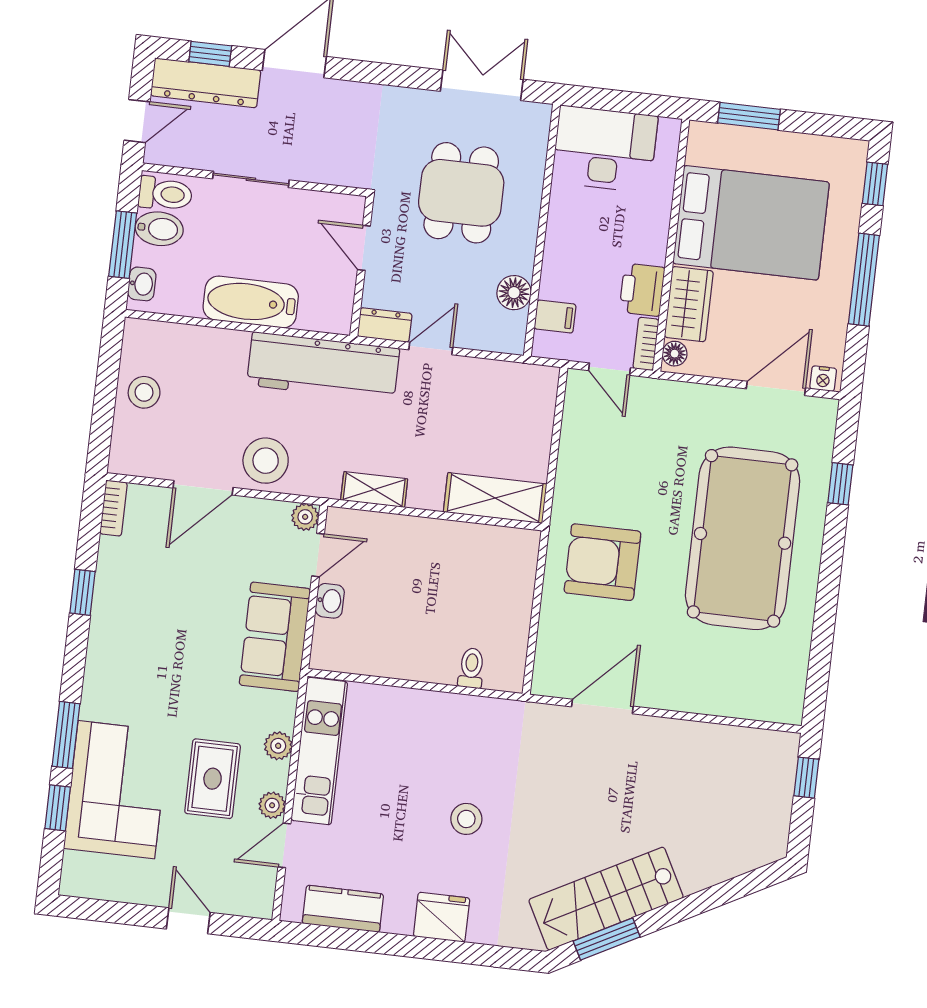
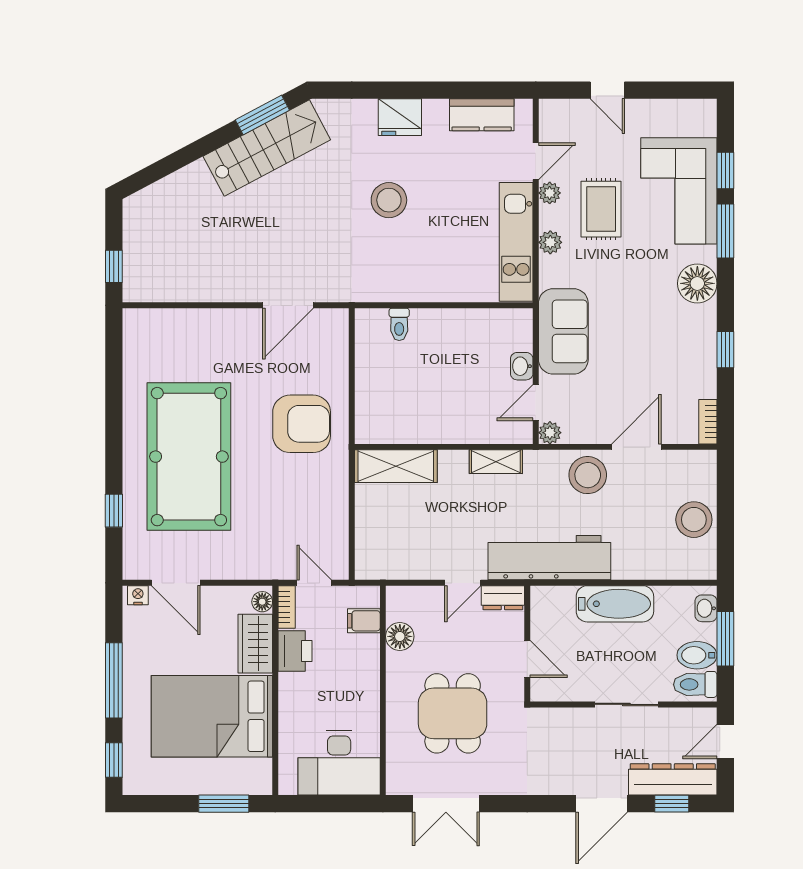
door: (776, 388) -> (176, 583), hinge flipped
stool: (144, 392) -> (694, 520), width x1.38, depth x1.38
floor lamp: (107, 676) -> (697, 283), added
stool: (466, 819) -> (389, 200), width x1.38, depth x1.38

